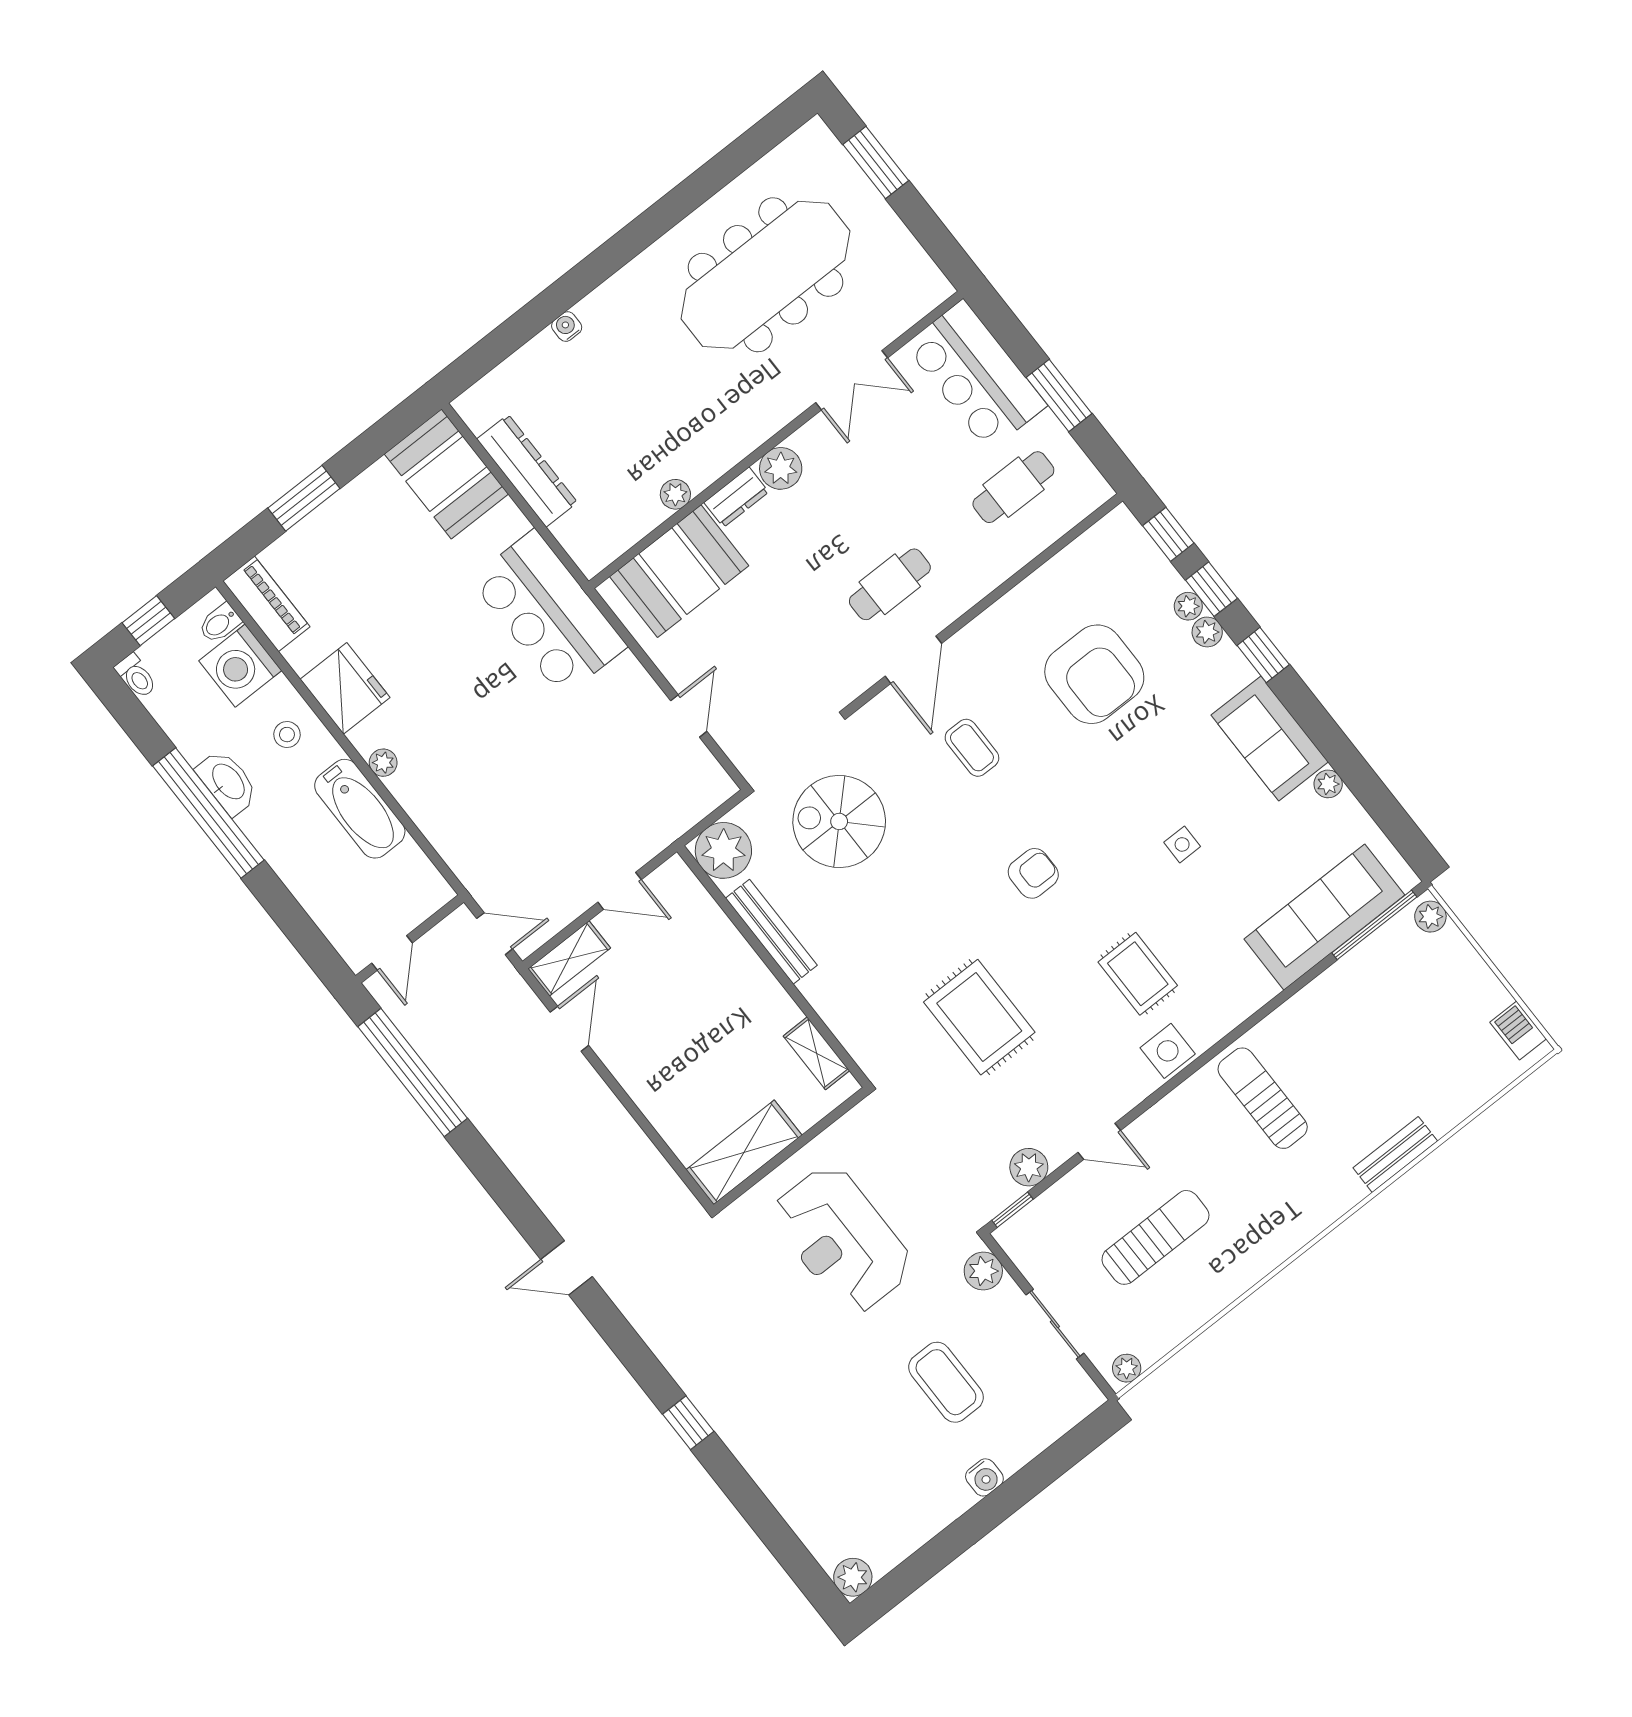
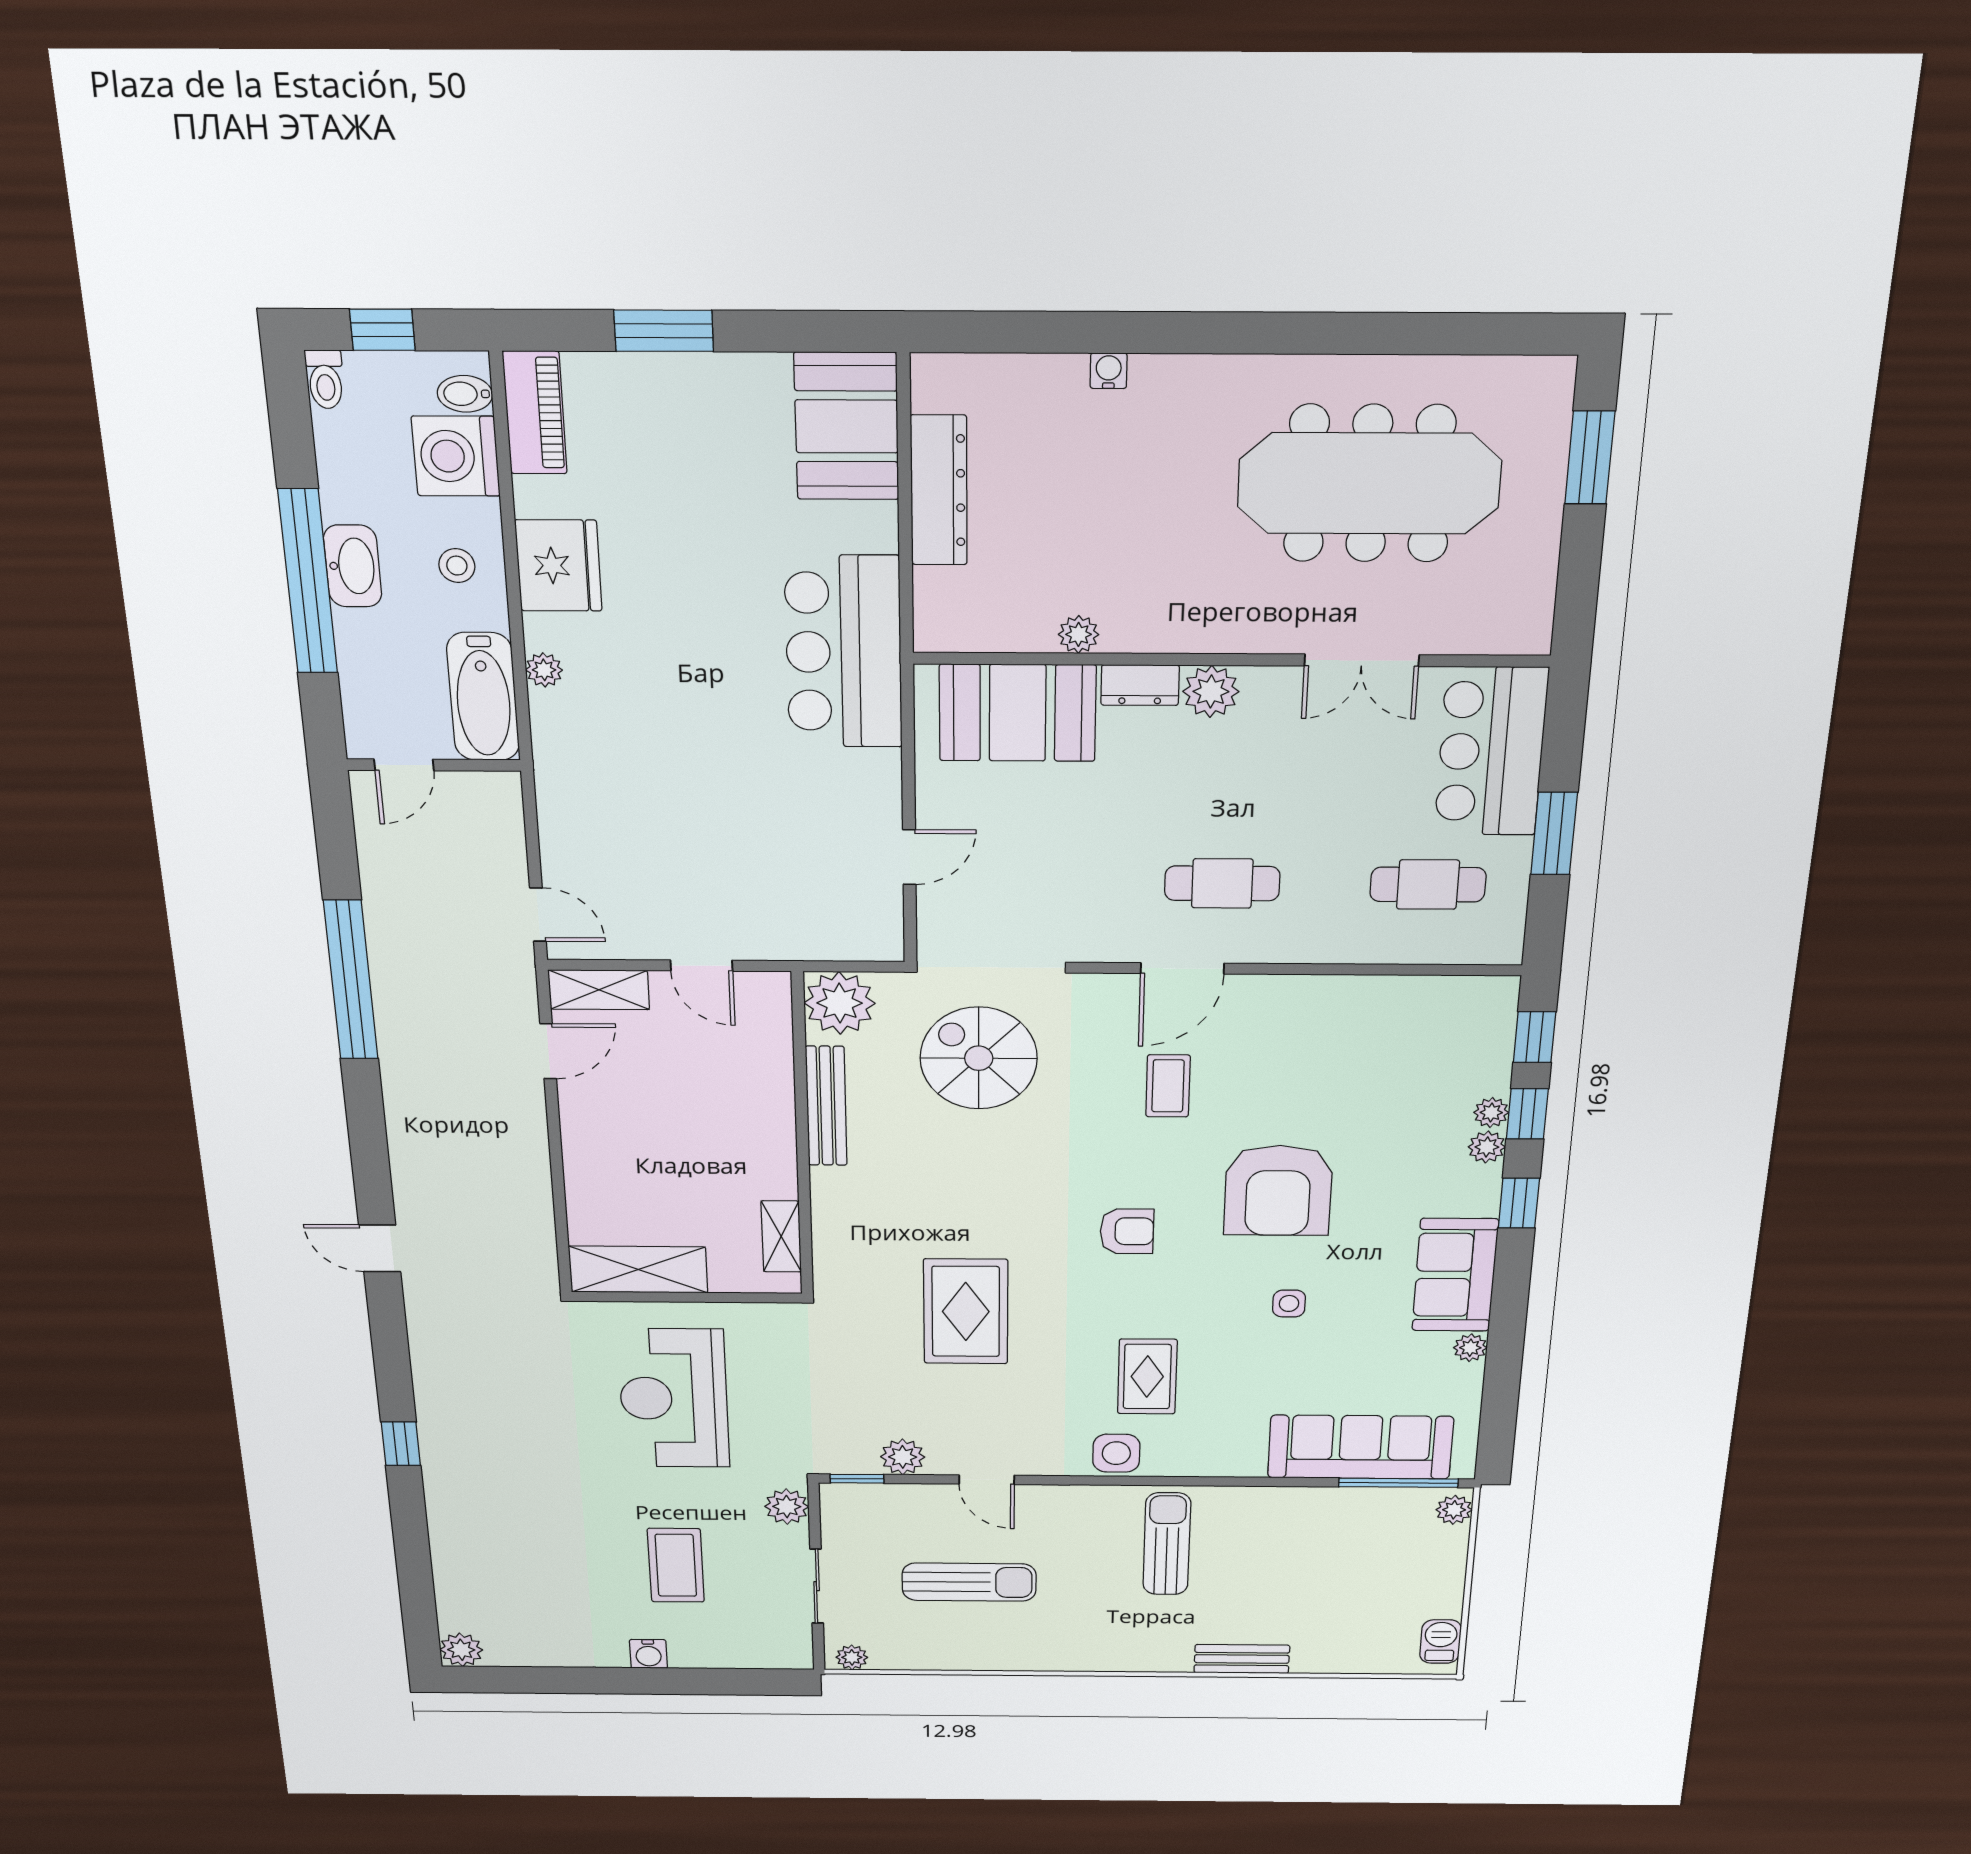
armchair: (1094, 674) -> (1278, 1191), moved
wall: (410, 939) -> (434, 765), moved
door: (392, 953) -> (404, 765), moved

